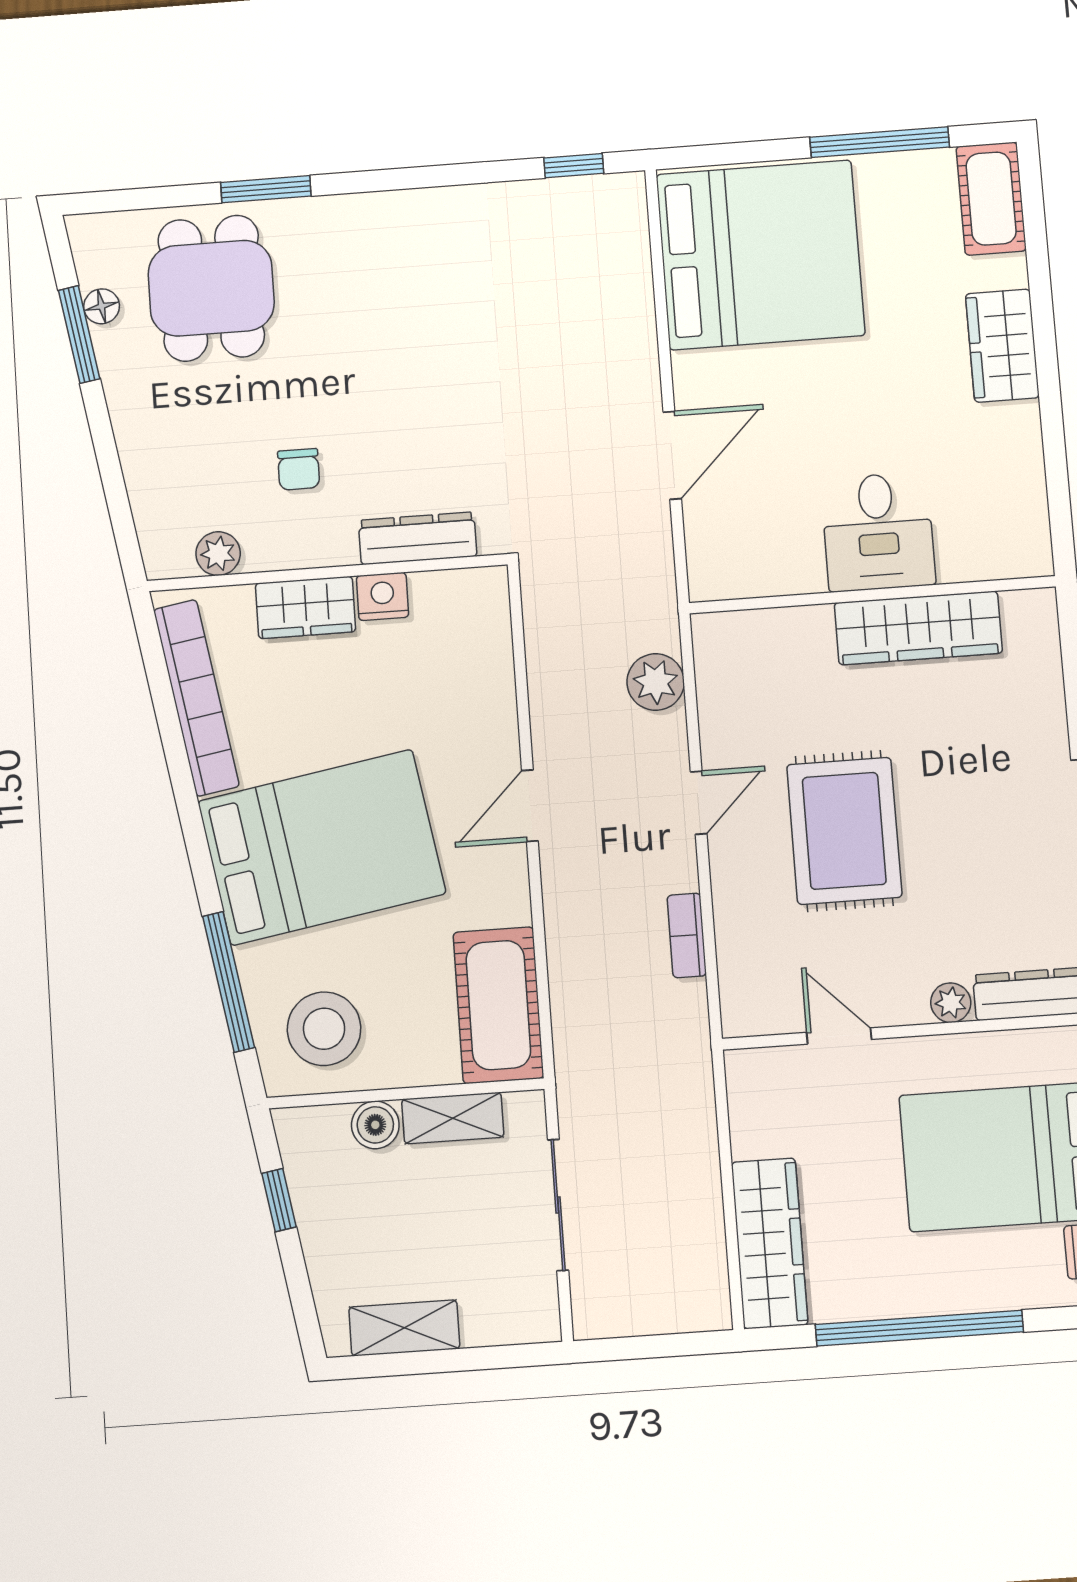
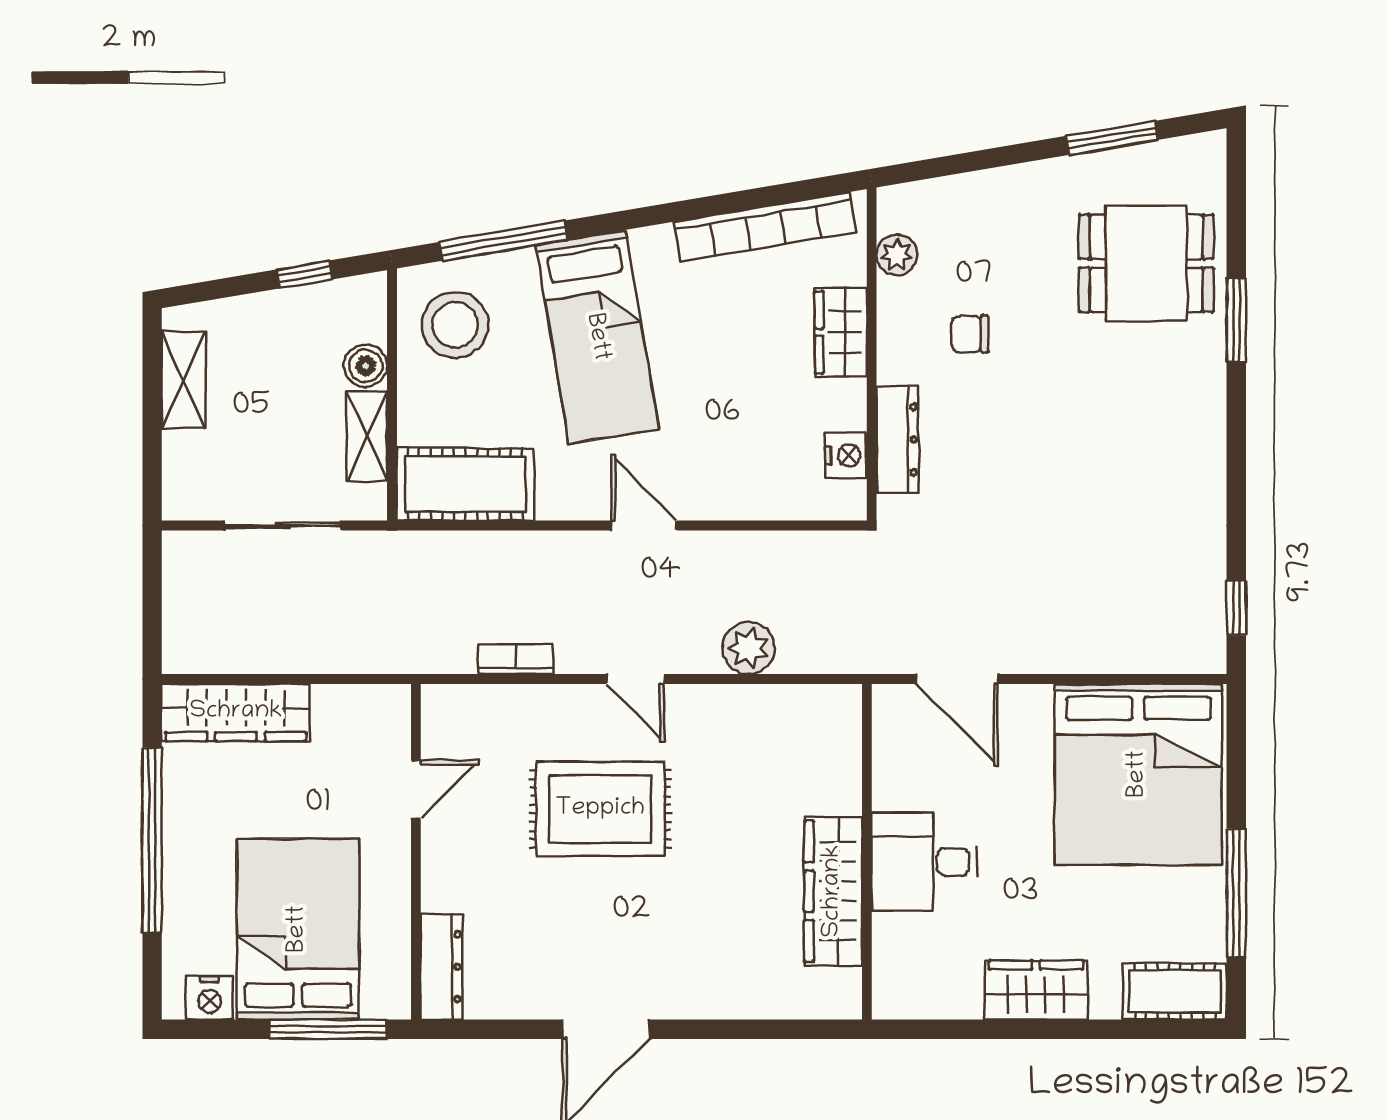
floor lamp: (102, 306) -> (1137, 160), removed
desk: (878, 532) -> (925, 862), moved
wall: (872, 595) -> (867, 852), moved
nightstand: (382, 596) -> (846, 455), moved
wardrobe: (918, 628) -> (833, 891), moved
bed: (322, 847) -> (597, 337), width x0.67
plant: (951, 1003) -> (439, 892), removed

